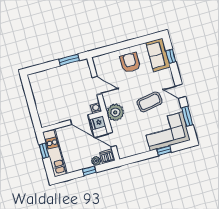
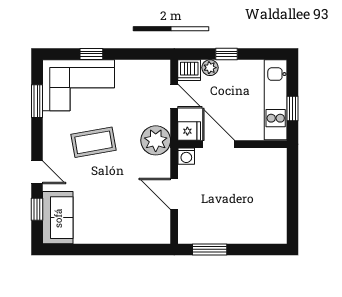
armchair: (130, 63) -> (108, 217), removed
door: (180, 91) -> (37, 172), moved

